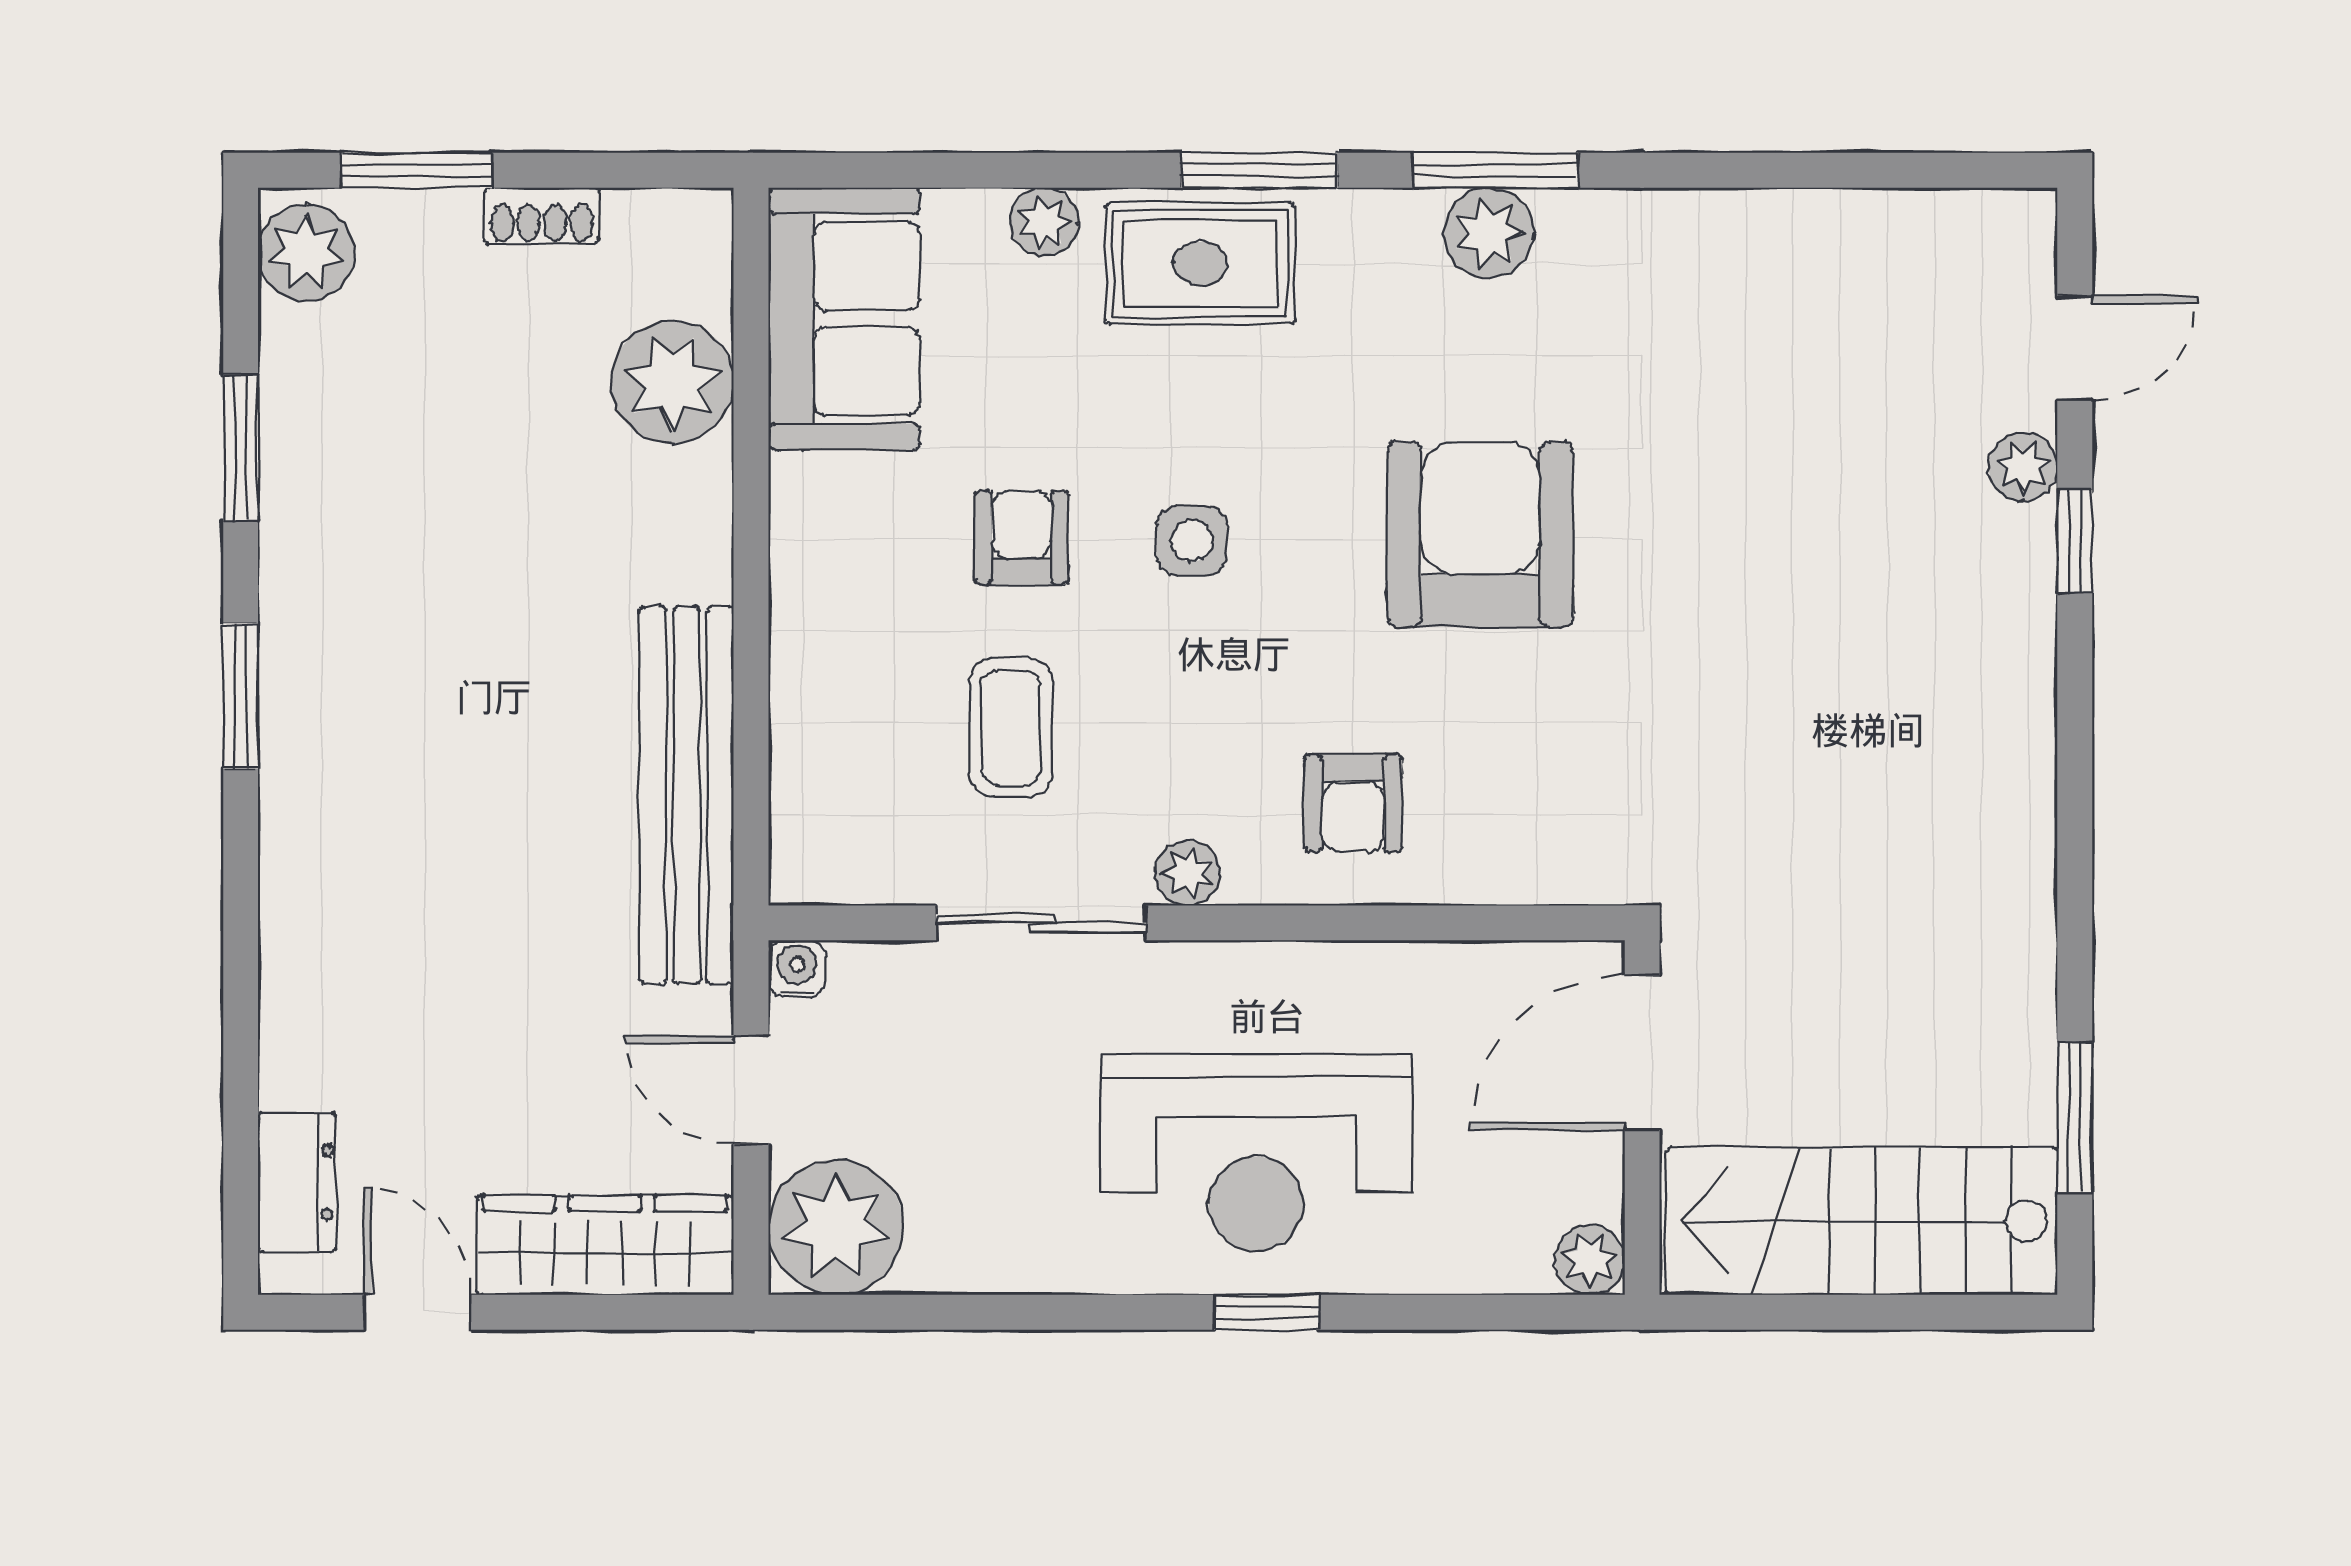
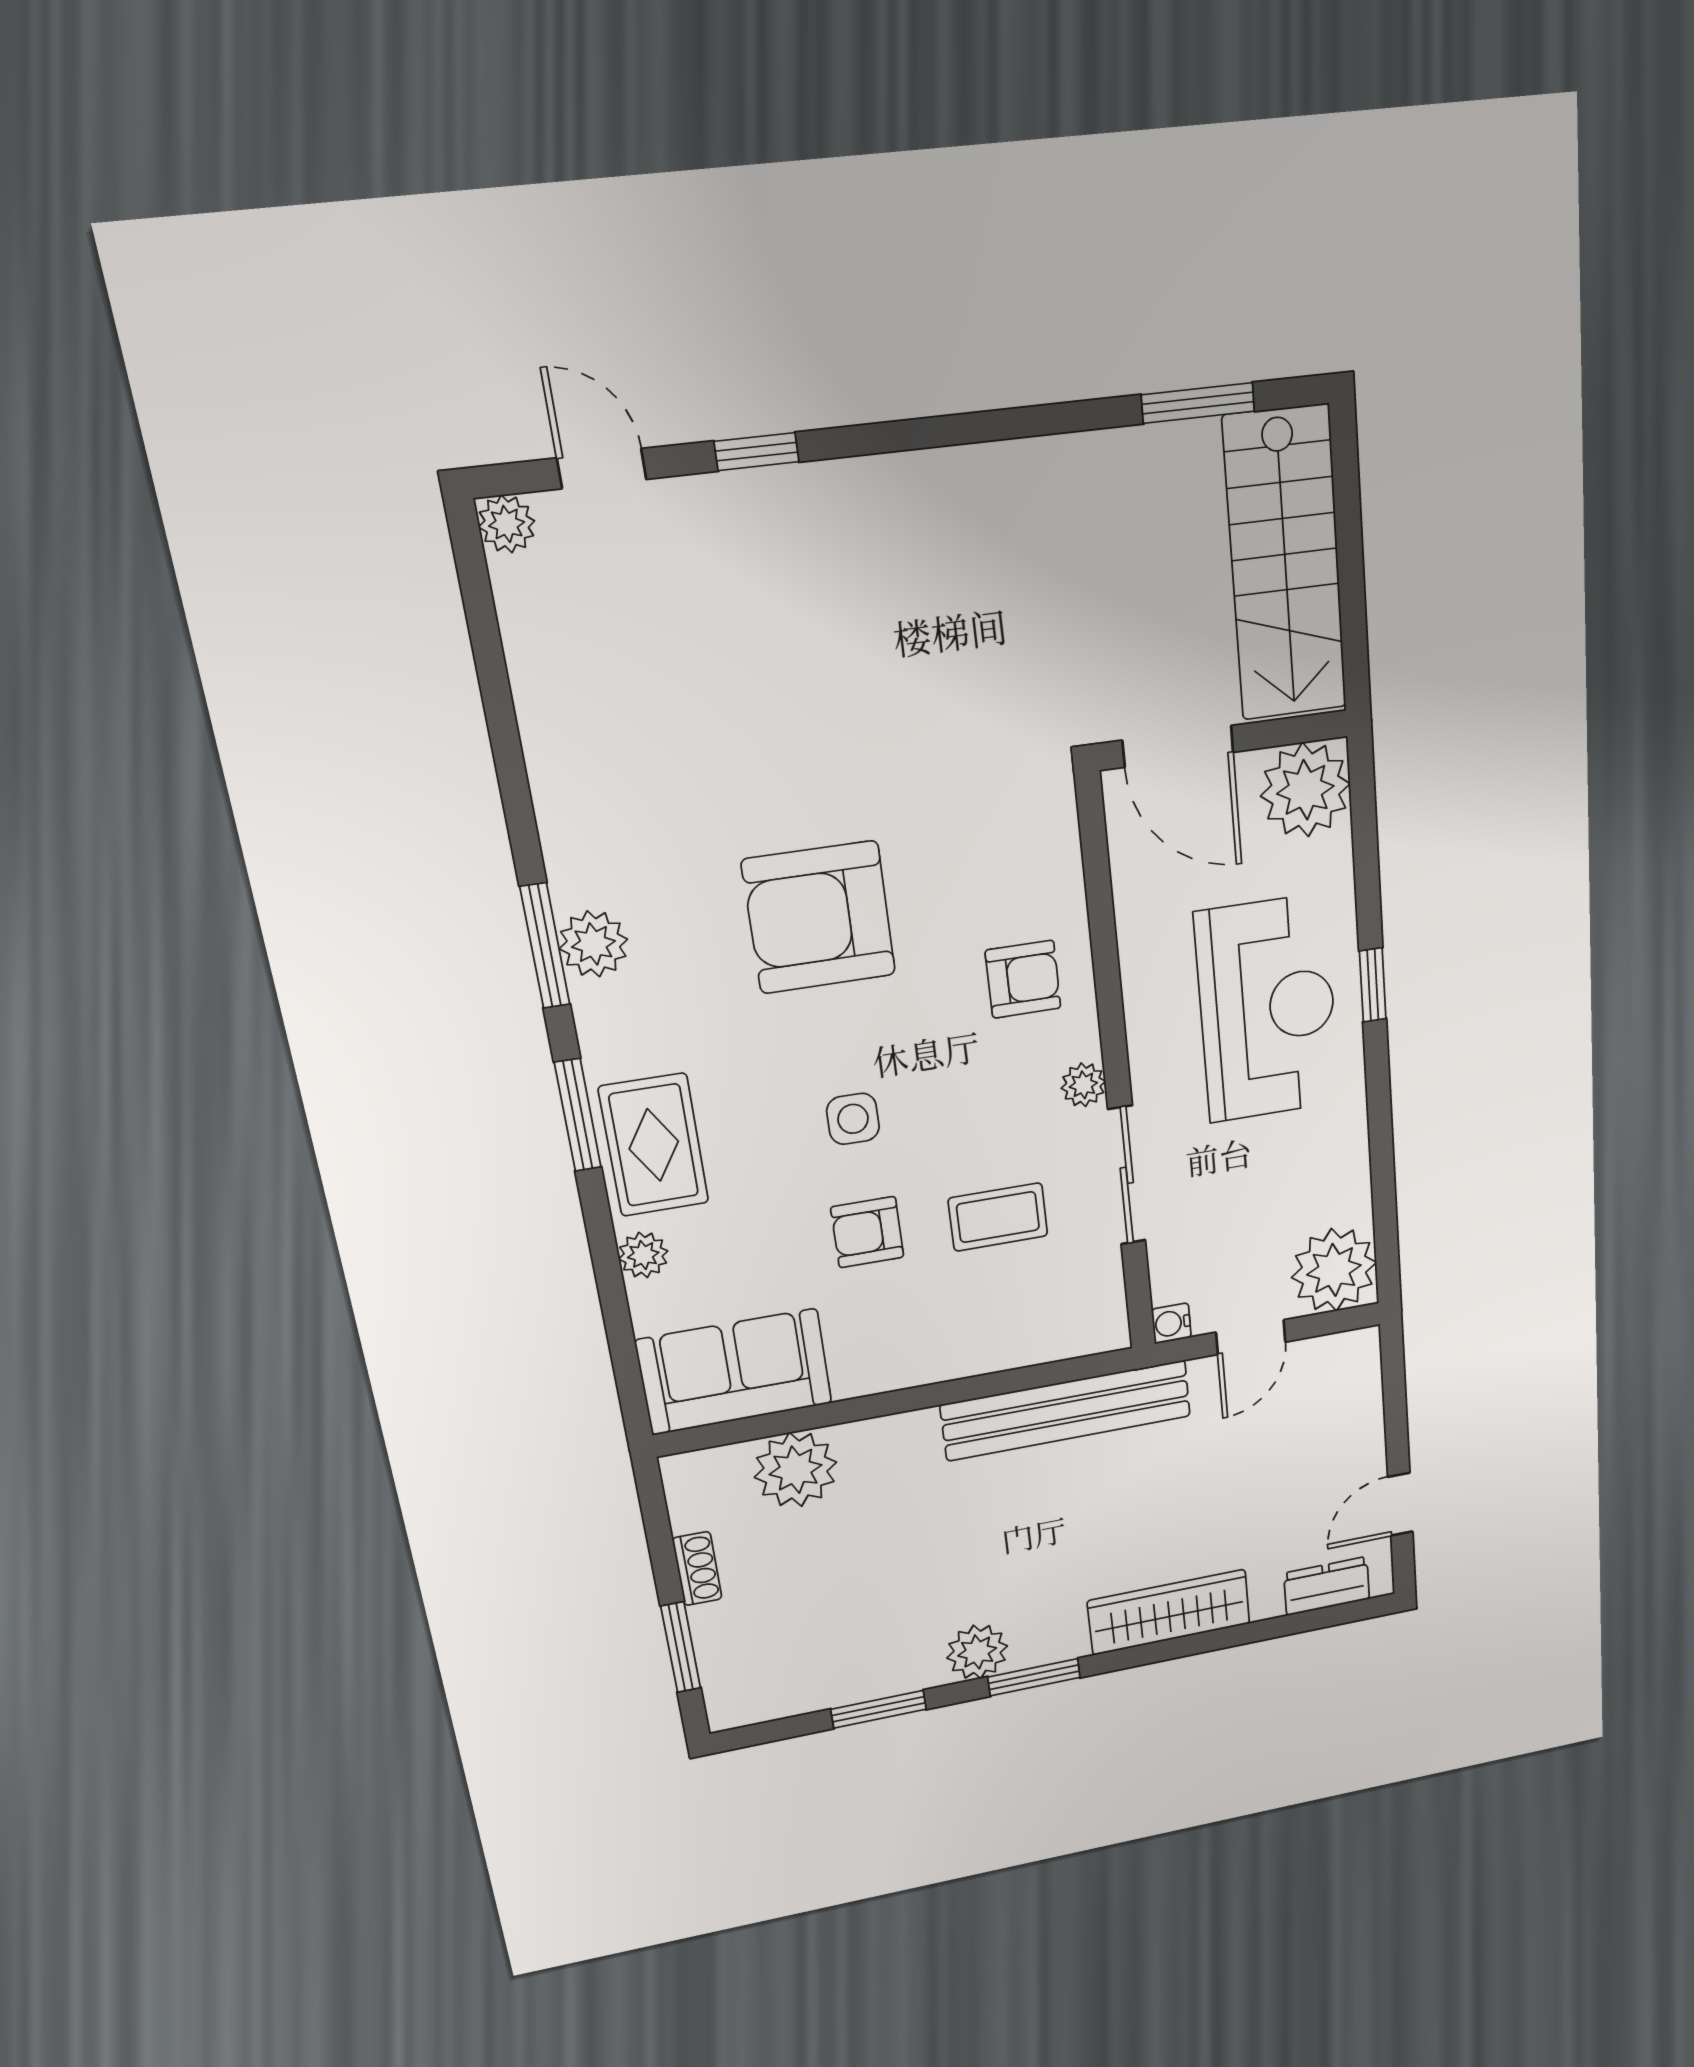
plant: (306, 253) -> (977, 1652), moved
plant: (2023, 467) -> (507, 524), moved
wardrobe: (605, 1245) -> (1169, 1612), moved, turned 90
plant: (1590, 1260) -> (1305, 790), width x1.87, depth x1.87

